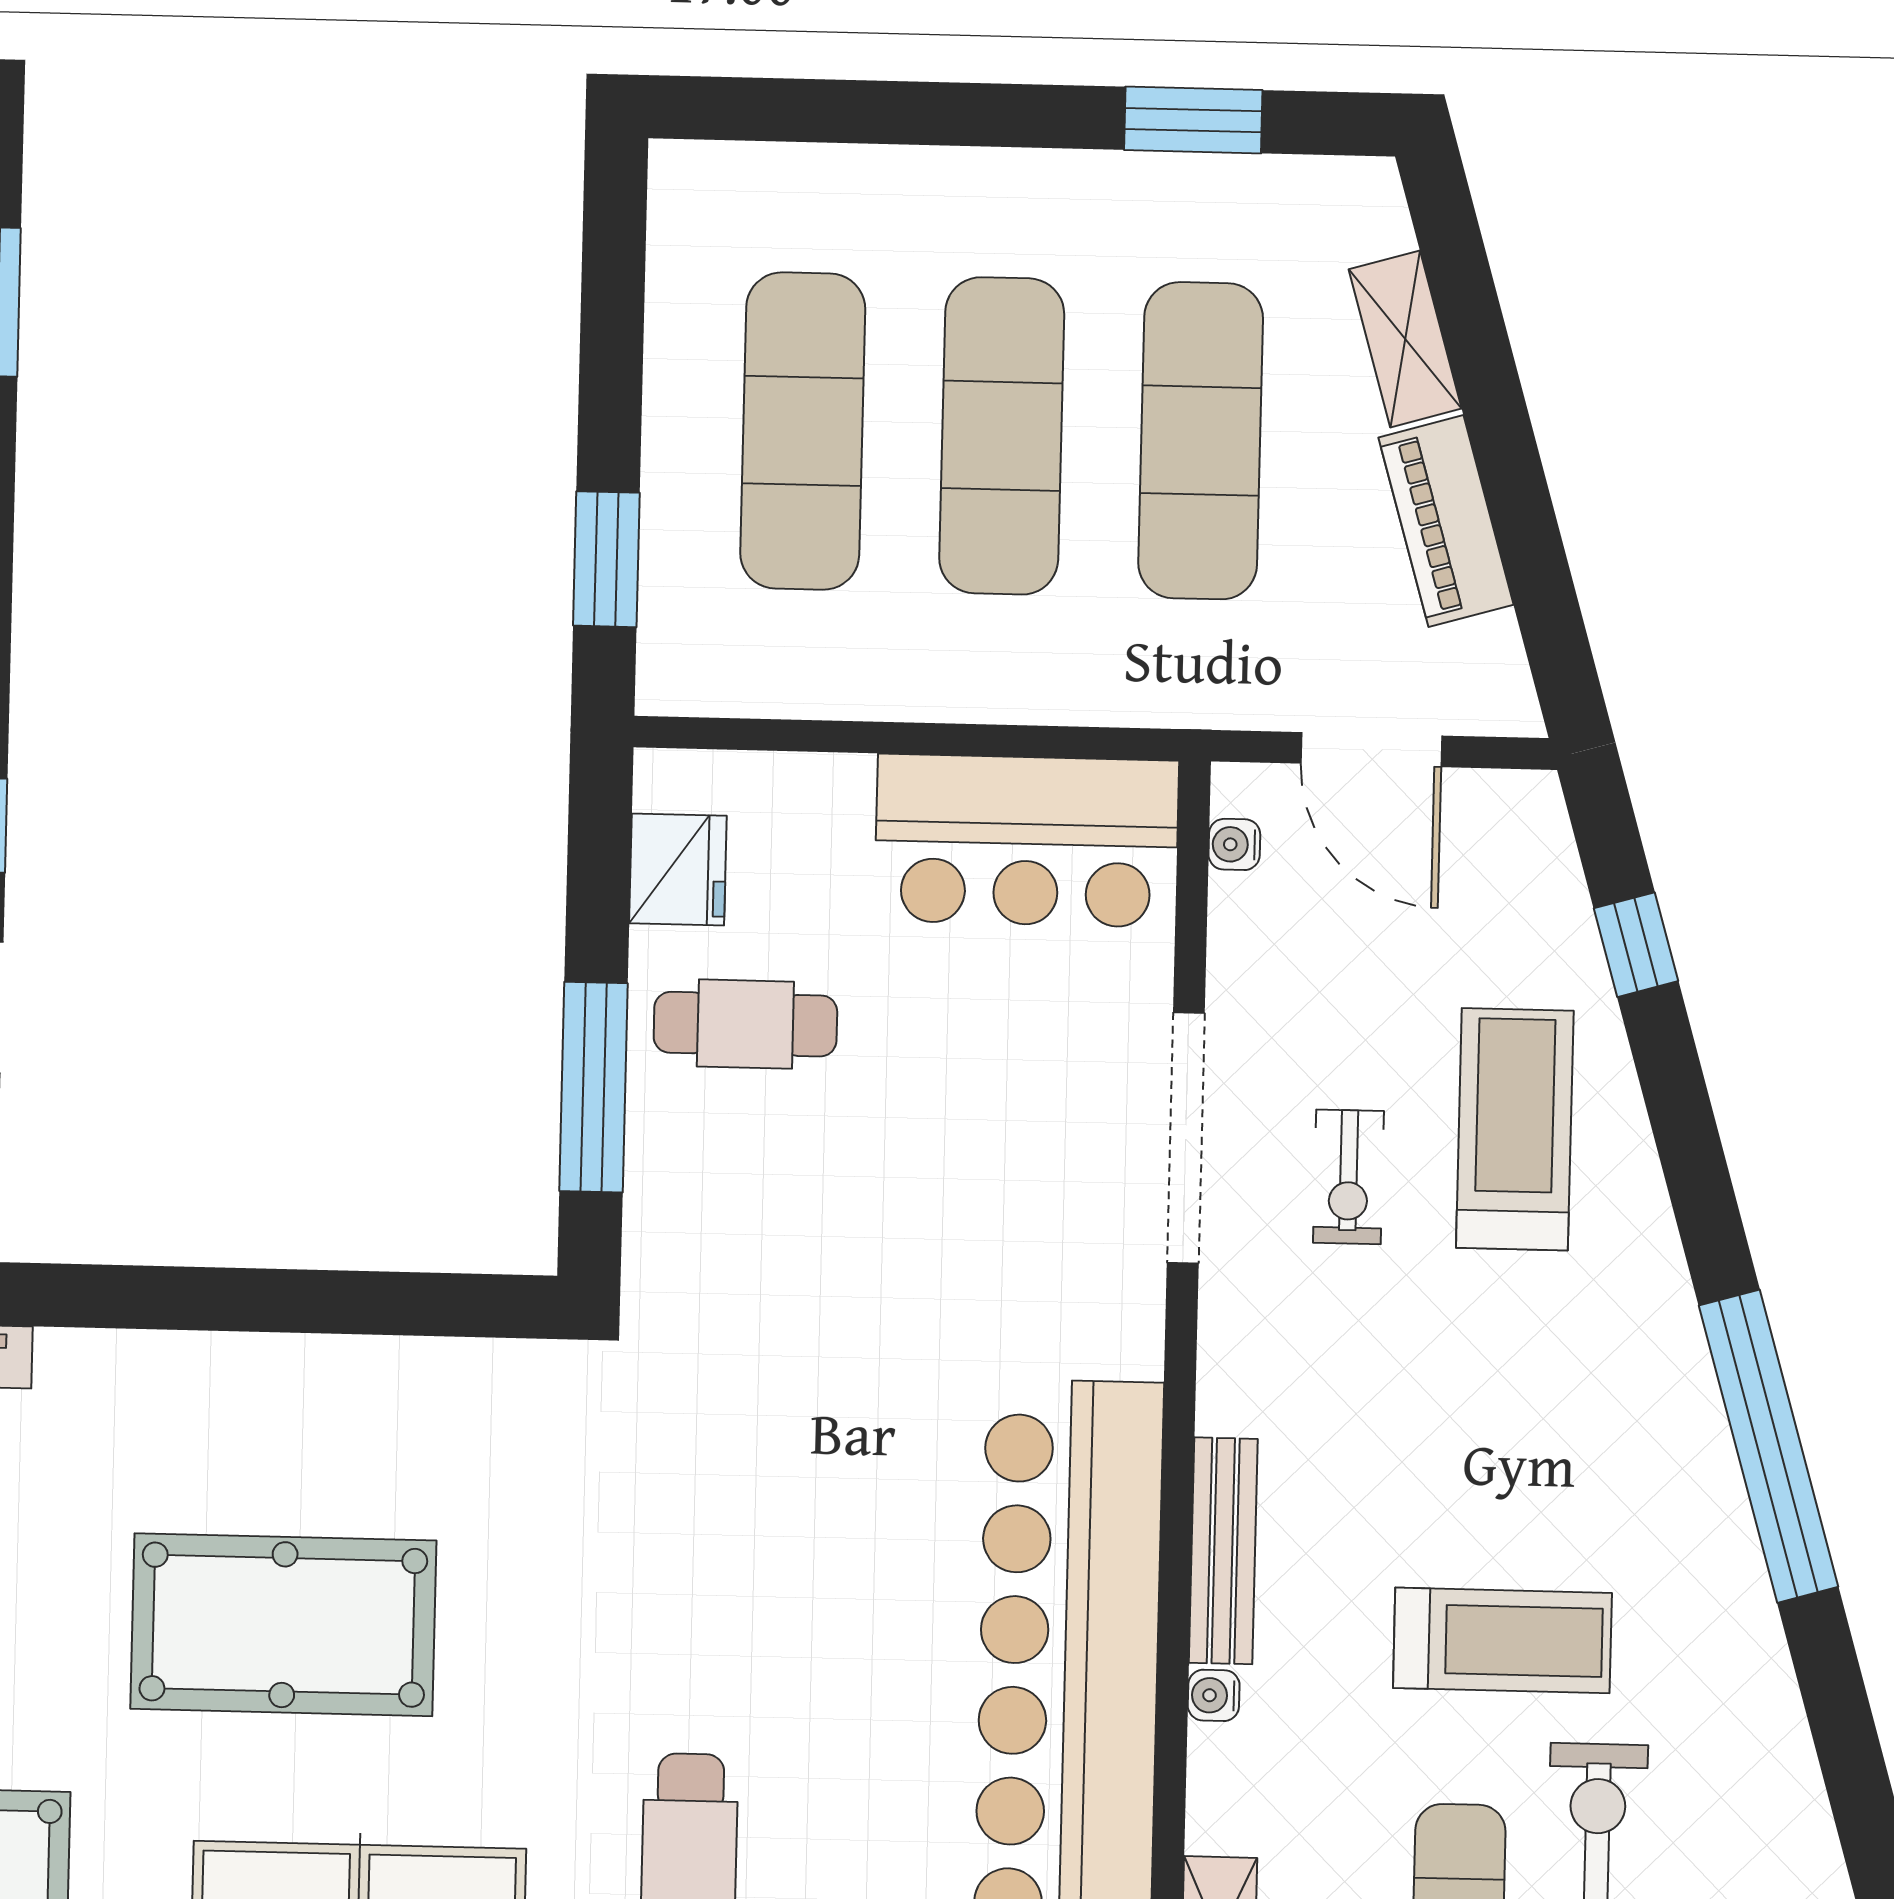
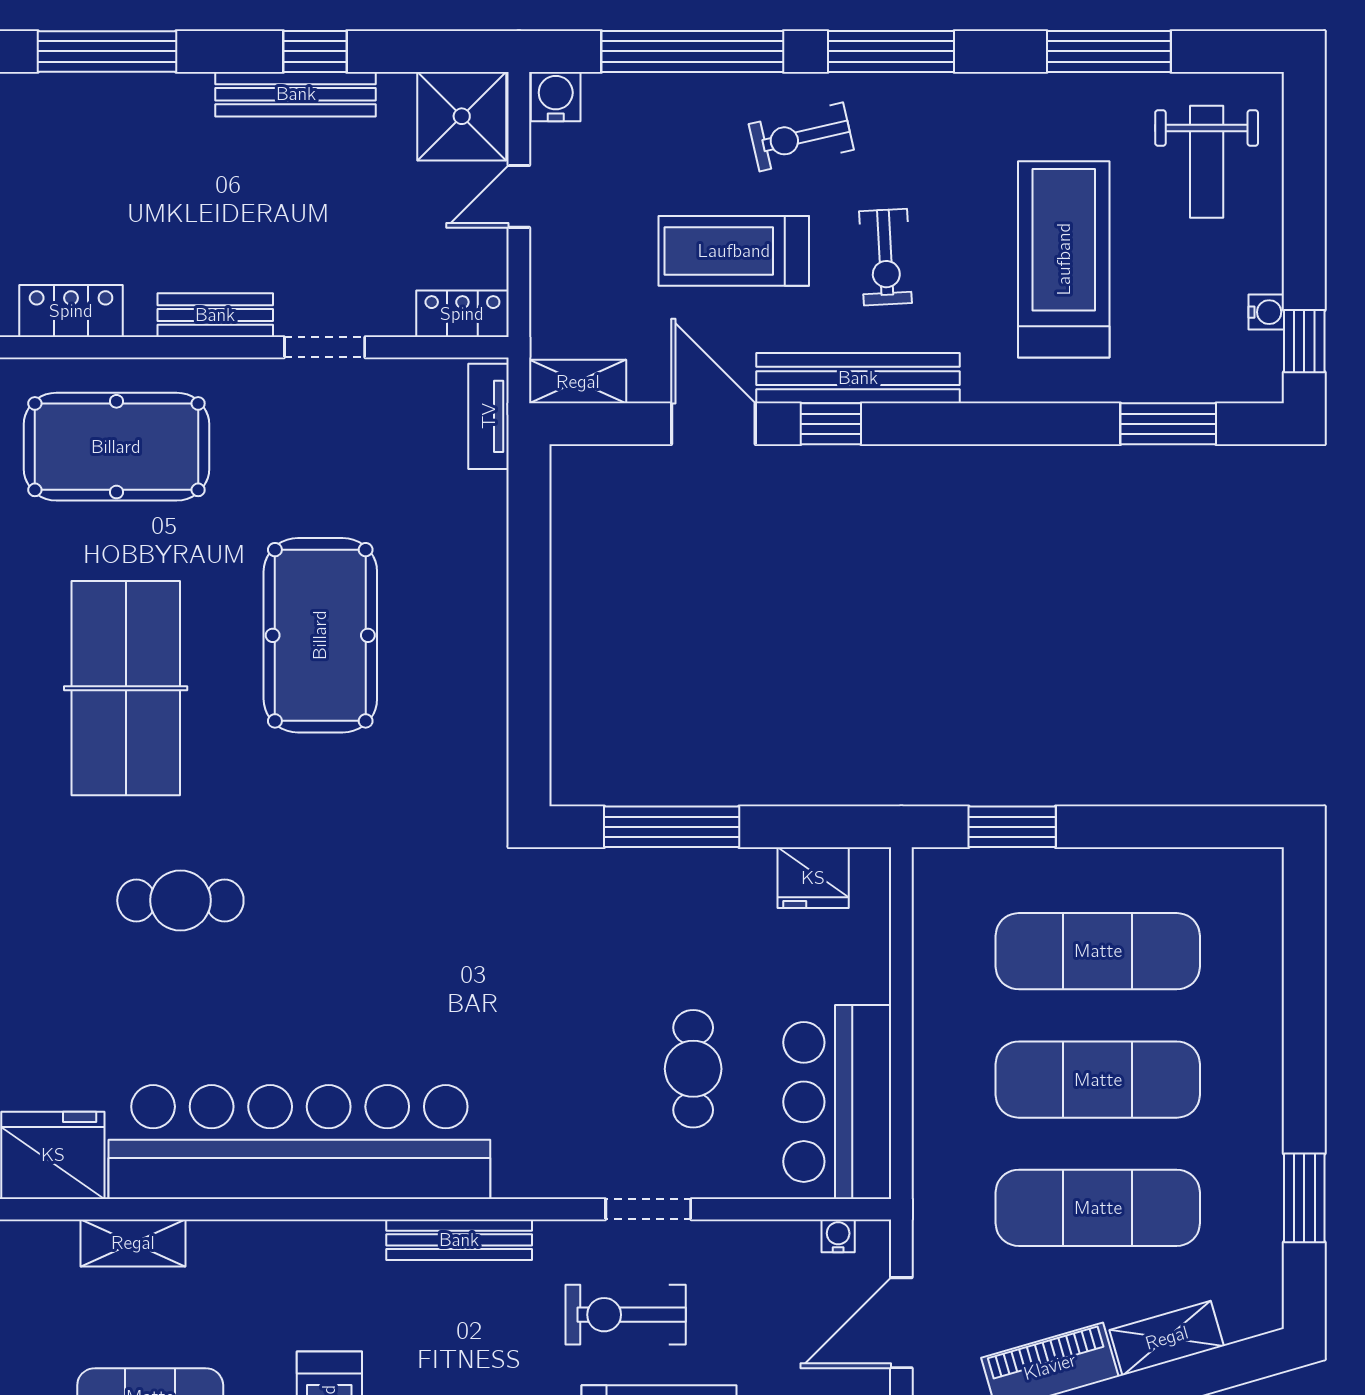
cafe table: (745, 1024) -> (693, 1069), moved
doorway: (1186, 1138) -> (648, 1209), width x0.53
exercise bike: (1348, 1177) -> (626, 1315), width x1.38, depth x1.39
bench: (1223, 1551) -> (459, 1240), moved
water cooler: (1214, 1695) -> (289, 1236), removed

